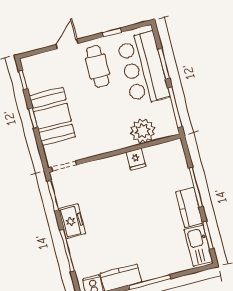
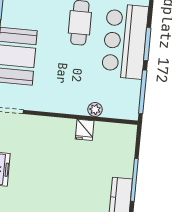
plant: (143, 131) -> (95, 109), width x0.53, depth x0.53

